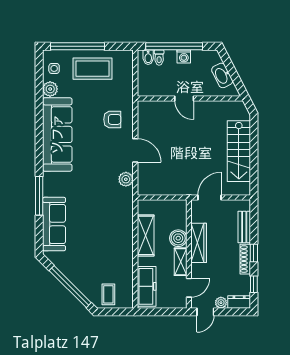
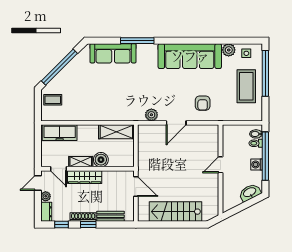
washbasin: (222, 75) -> (250, 192), moved
shelving: (146, 235) -> (116, 132), moved
wardrobe: (199, 243) -> (85, 177), moved
door: (205, 312) -> (38, 183), hinge flipped

